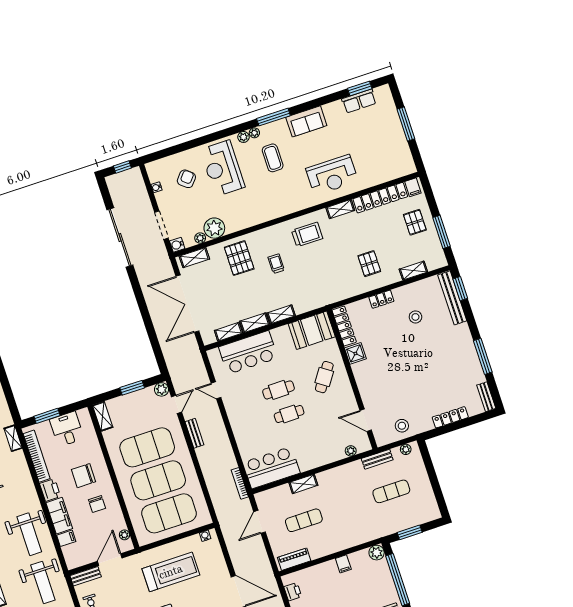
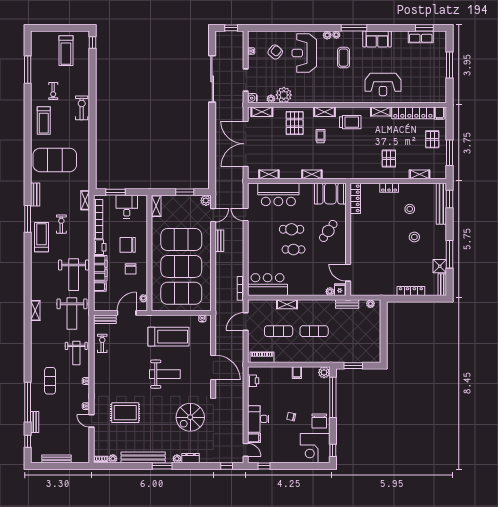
shelving: (255, 323) -> (324, 112), moved
shower: (355, 353) -> (440, 266), moved
stool: (402, 426) -> (414, 237), moved
fridge: (362, 444) -> (340, 290), added
exercise mat: (391, 491) -> (314, 331), moved

